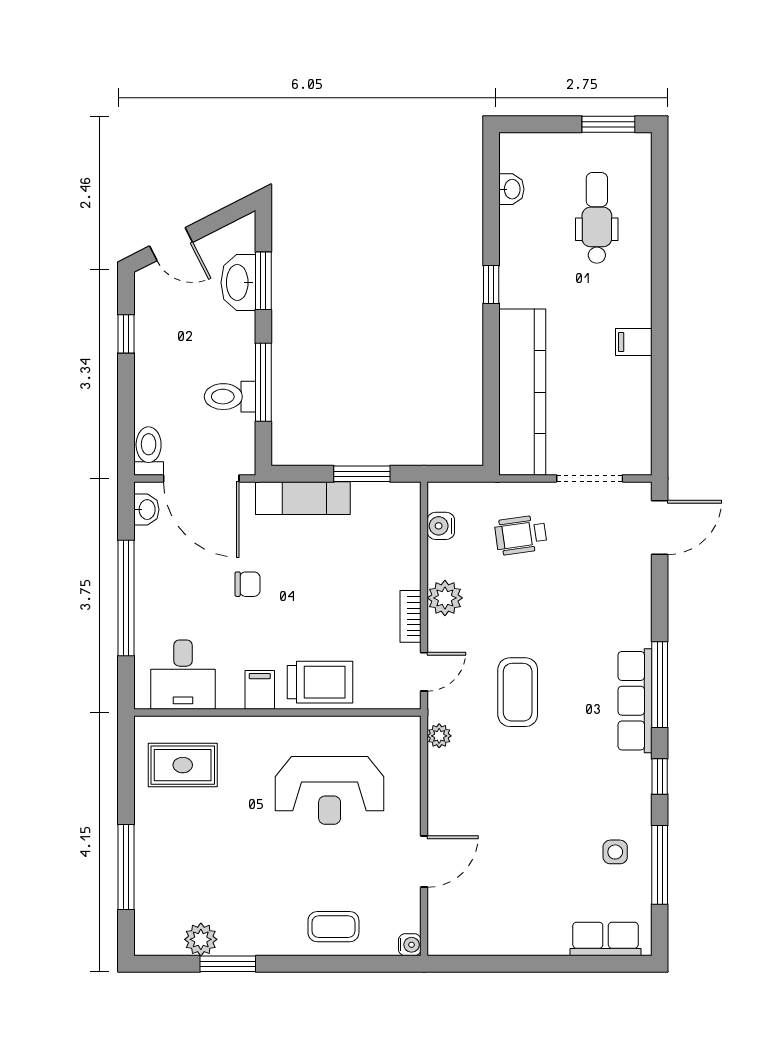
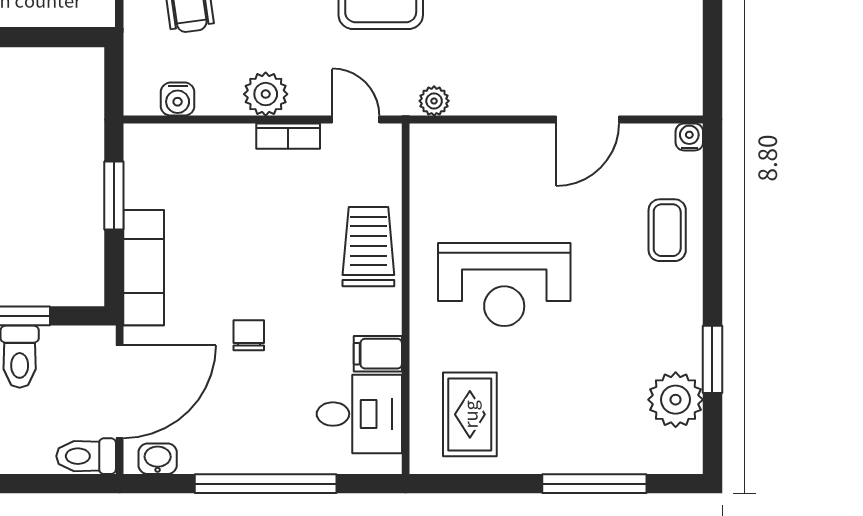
filing cabinet: (260, 690) -> (378, 354), moved
reception desk: (330, 790) -> (504, 285), moved, turned 90
door: (424, 861) -> (588, 120), swing flipped
plant: (201, 939) -> (676, 400), width x1.36, depth x1.36

